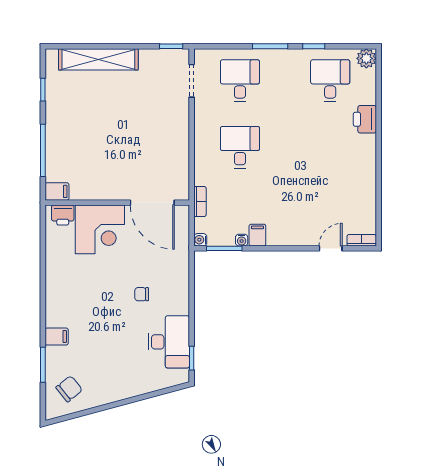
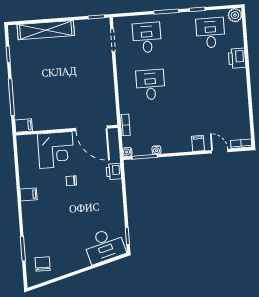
printer: (63, 215) -> (114, 171), moved, turned 90
filing cabinet: (257, 235) -> (198, 143), moved
door: (331, 248) -> (220, 151), hinge flipped
chair: (142, 294) -> (71, 181), moved
filing cabinet: (57, 337) -> (29, 194), moved
desk: (169, 342) -> (104, 245), moved, turned 75
chair: (69, 389) -> (43, 264), turned -51

